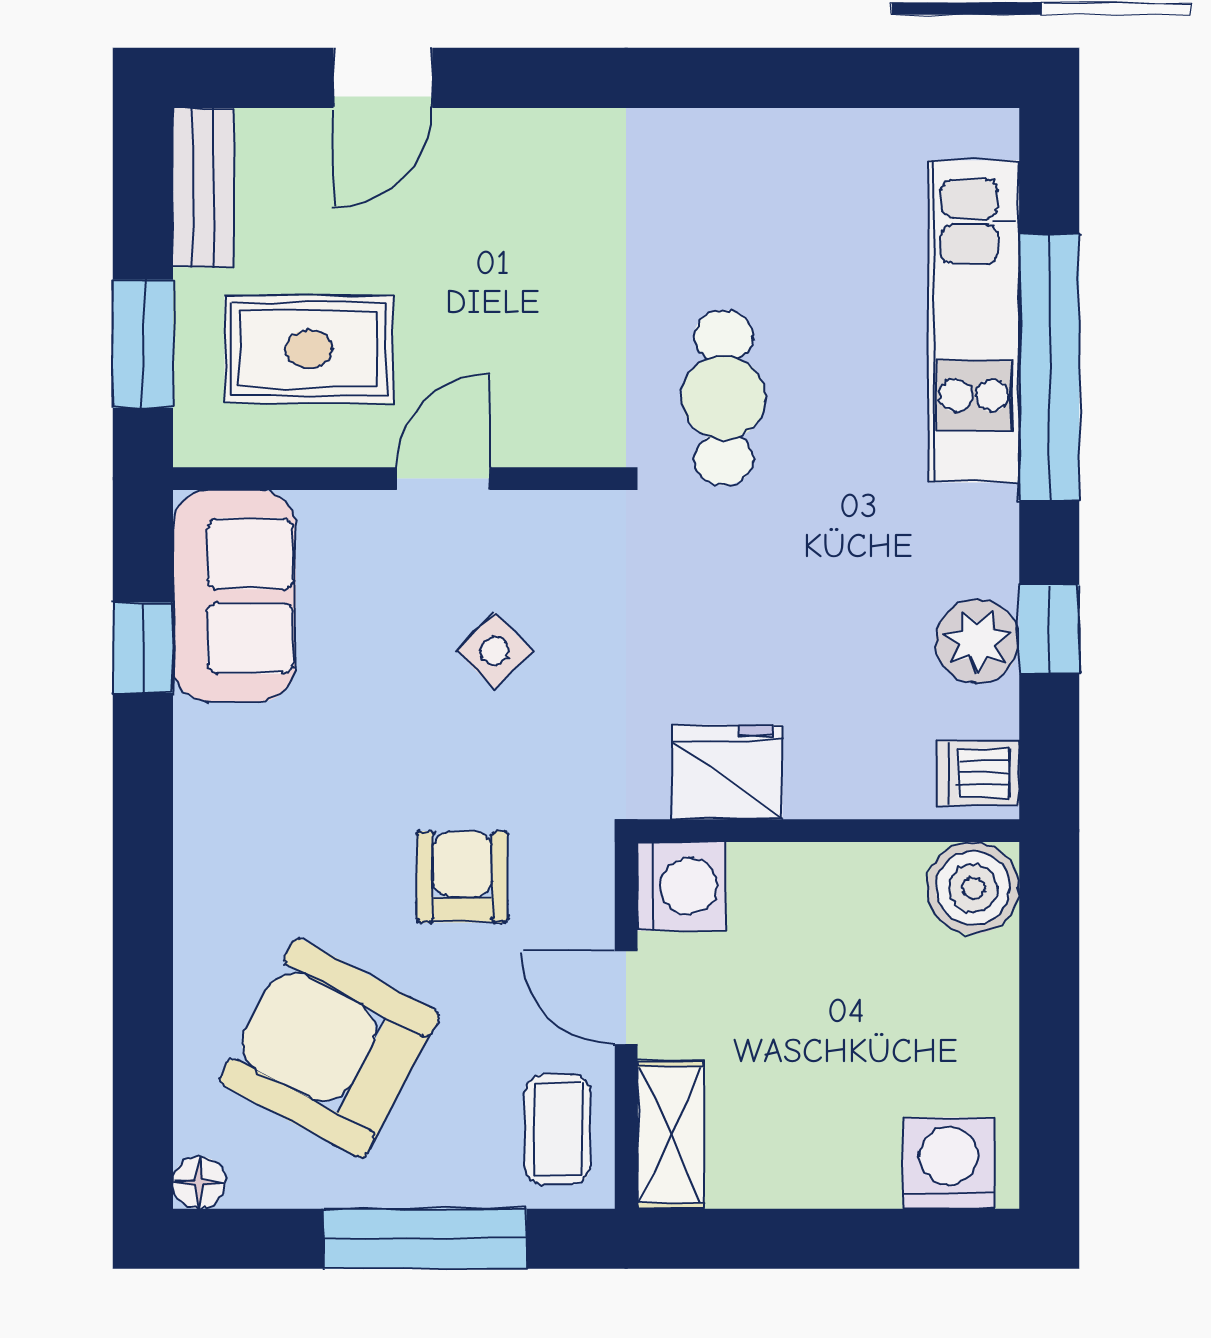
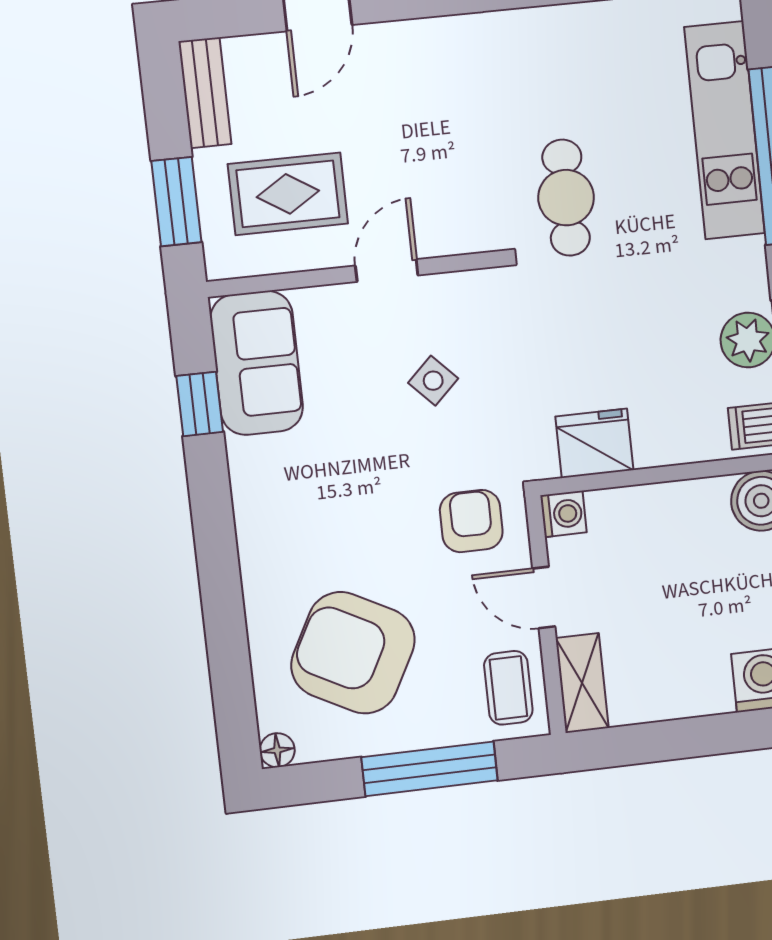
armchair: (462, 877) -> (471, 521), moved
washing machine: (682, 886) -> (564, 514), width x0.73, depth x0.73

